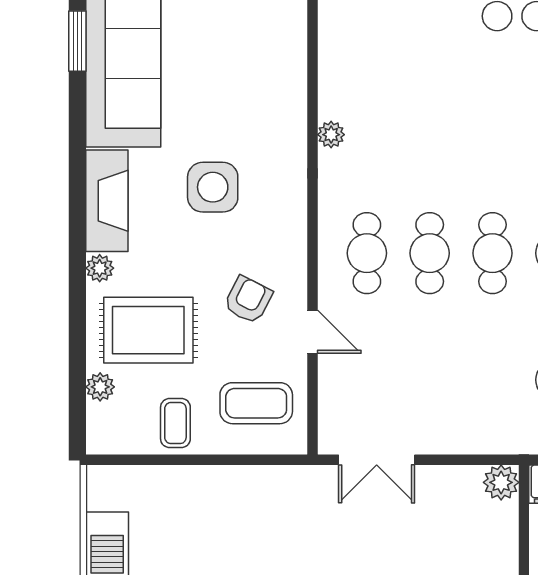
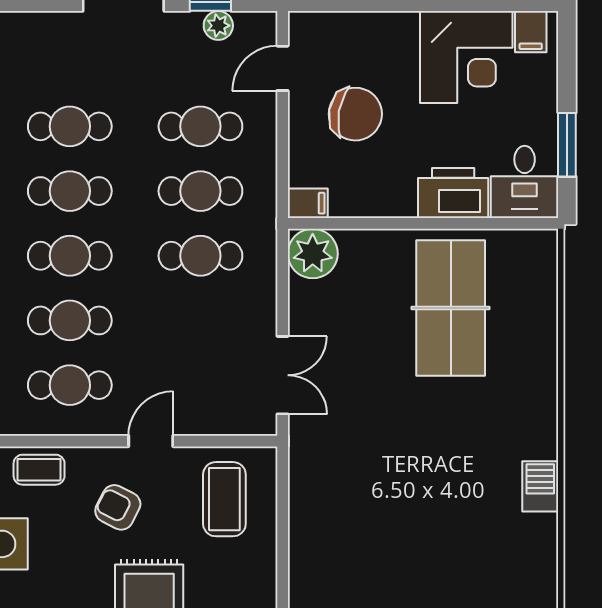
cafe table: (492, 380) -> (200, 256), added
coffee table: (175, 423) -> (39, 470), moved
plant: (501, 482) -> (313, 254), width x1.36, depth x1.36

